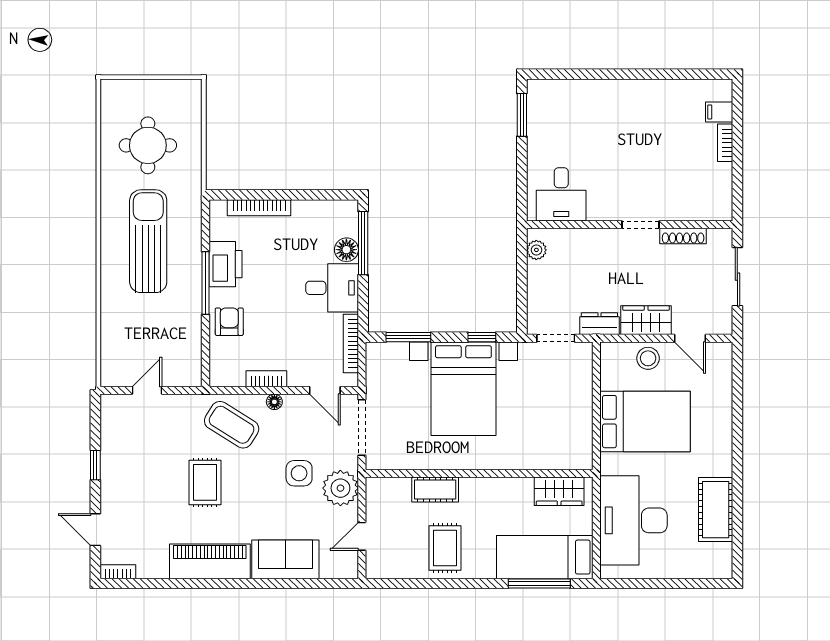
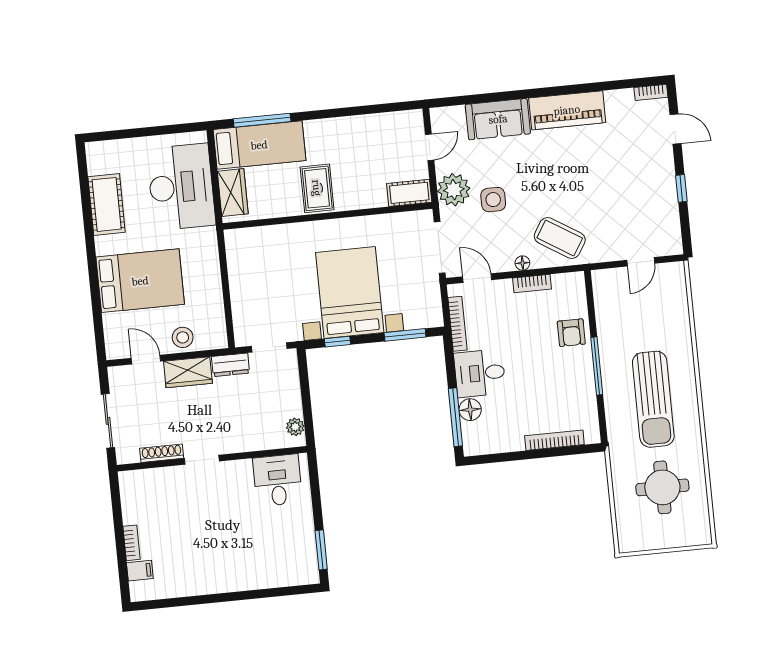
printer: (225, 264) -> (580, 385), removed
bed: (645, 422) -> (140, 281), moved, turned 180
rug: (205, 482) -> (579, 183), removed
cot: (435, 490) -> (409, 193), moved
wardrobe: (559, 491) -> (233, 193), moved, turned 90
rug: (445, 548) -> (317, 188), moved

